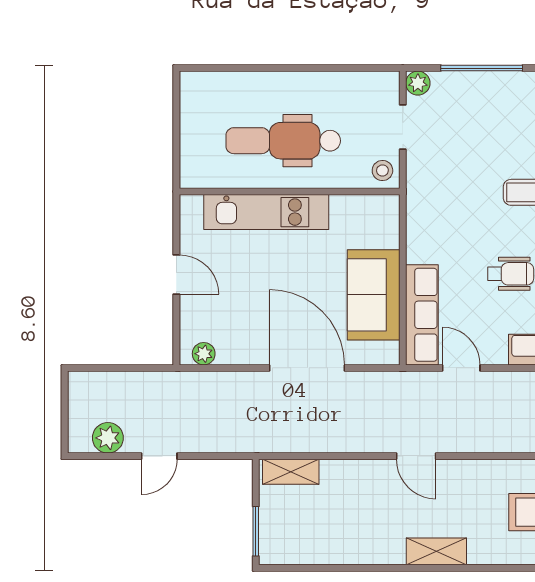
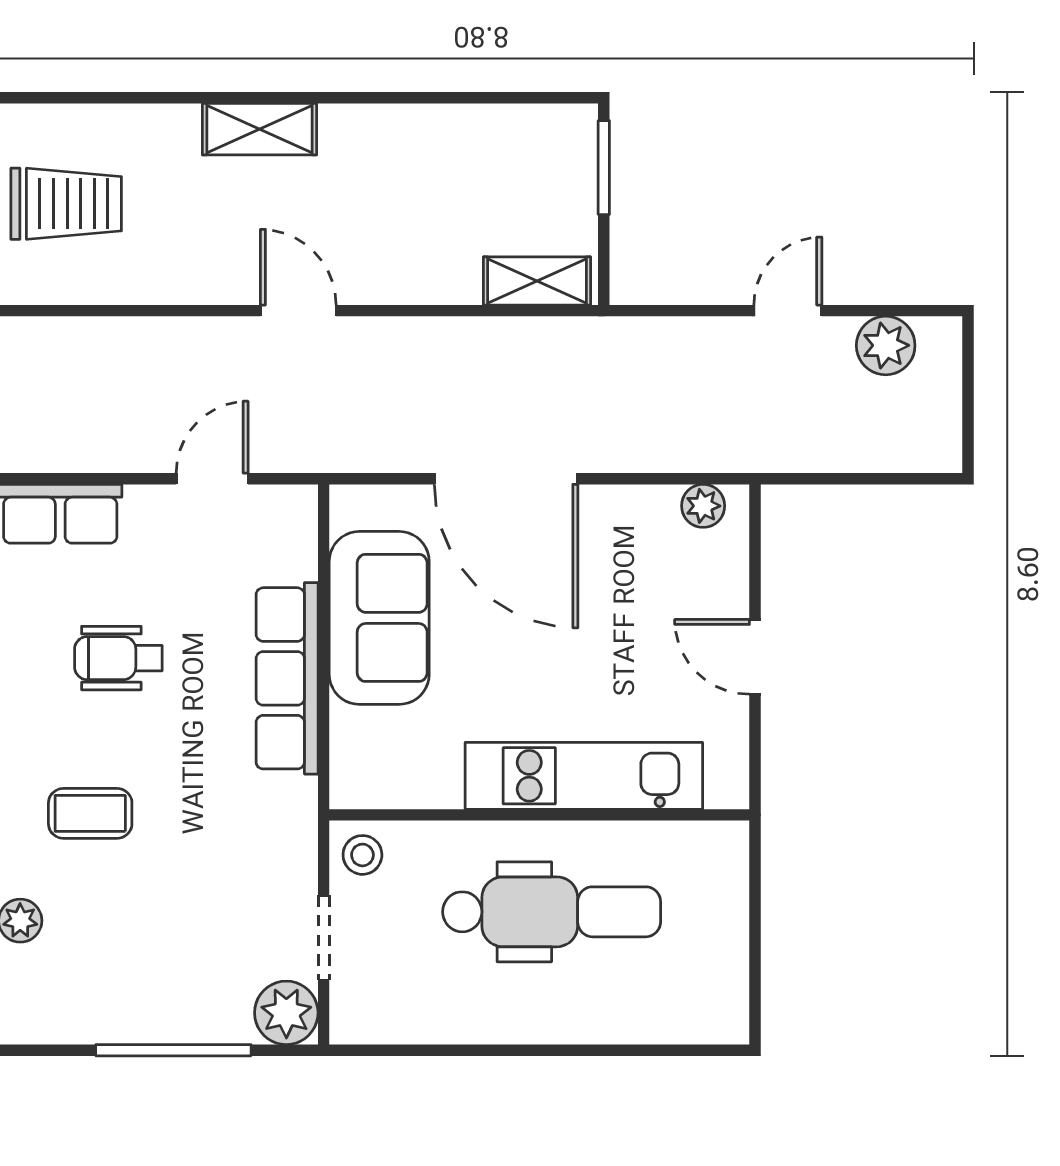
plant: (418, 83) -> (286, 1013), width x1.38, depth x1.38
row of seats: (422, 315) -> (287, 678), moved
door: (461, 368) -> (212, 479), swing flipped

